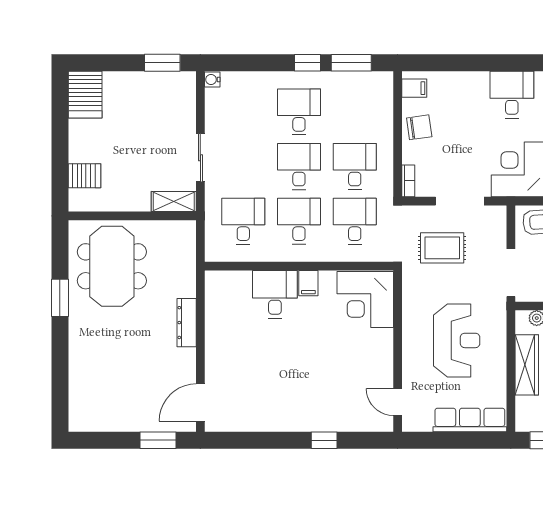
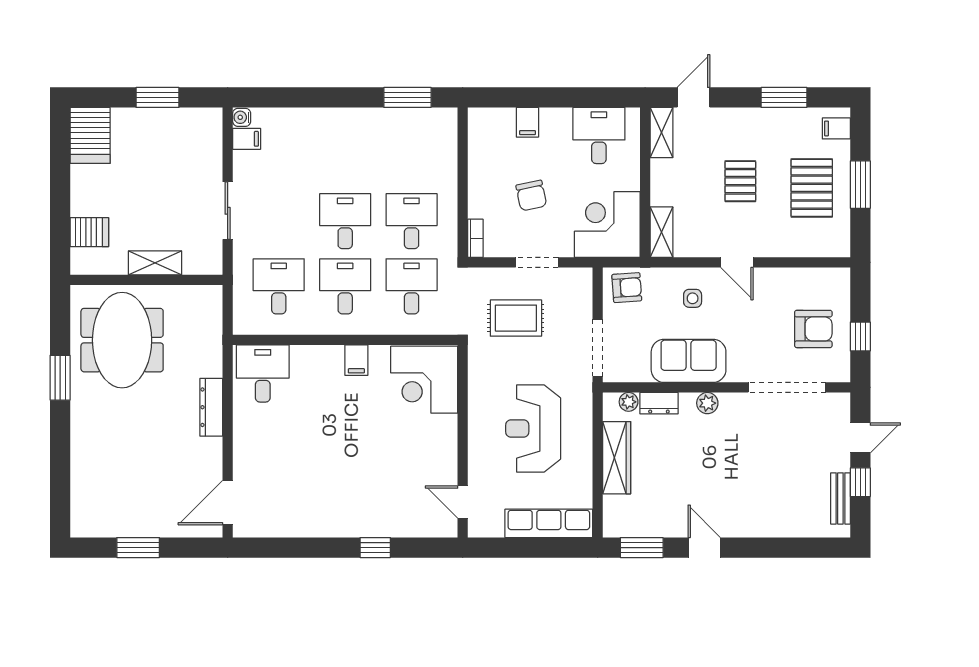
window: (162, 63) -> (158, 97), moved
window: (308, 63) -> (355, 97), removed
filing cabinet: (414, 88) -> (527, 122), moved, turned 90
filing cabinet: (216, 97) -> (247, 139), added
desk: (299, 112) -> (345, 156), removed
chair: (419, 127) -> (531, 195), moved, turned 86
doorway: (460, 201) -> (537, 262), width x0.73
shelving: (174, 202) -> (155, 263), moved
desk: (275, 294) -> (263, 374), moved
reception desk: (457, 340) -> (533, 429), turned 180
window: (158, 440) -> (138, 548), moved

